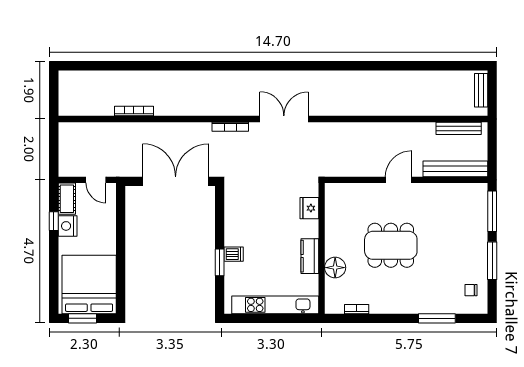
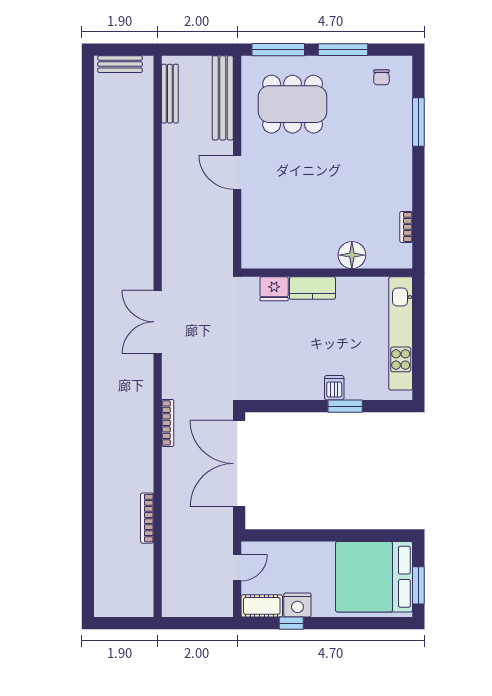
bookcase: (230, 127) -> (168, 423), moved
dining table: (391, 245) -> (293, 104), moved, turned 90
kitchen counter: (310, 256) -> (312, 288), moved

